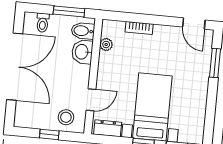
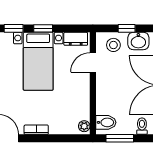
bookcase: (139, 28) -> (36, 130), moved
plant: (106, 45) -> (84, 126), moved
washbasin: (82, 52) -> (138, 41), moved, turned 90

